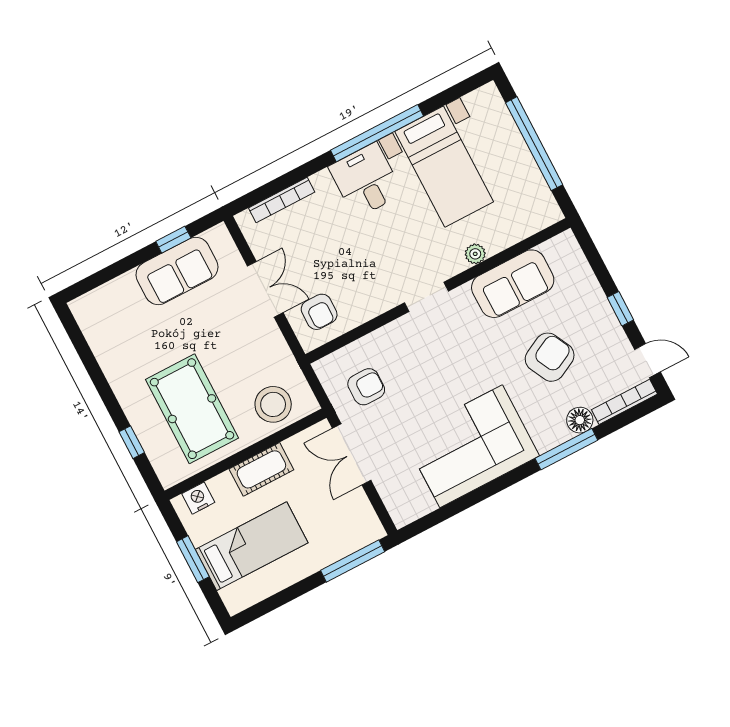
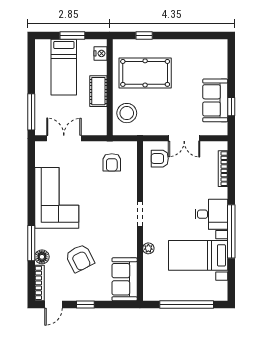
sofa: (513, 284) -> (125, 279), moved
double door: (352, 454) -> (64, 138), moved

